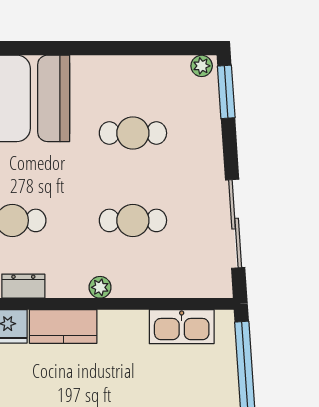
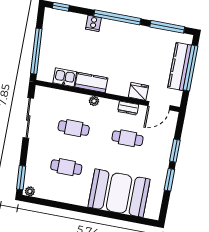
kitchen counter: (63, 326) -> (91, 82), moved
kitchen sink: (182, 327) -> (65, 77), width x0.73

